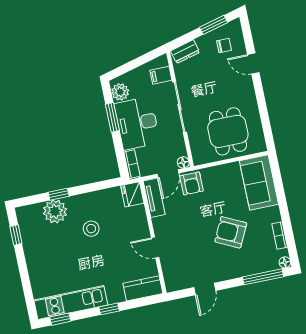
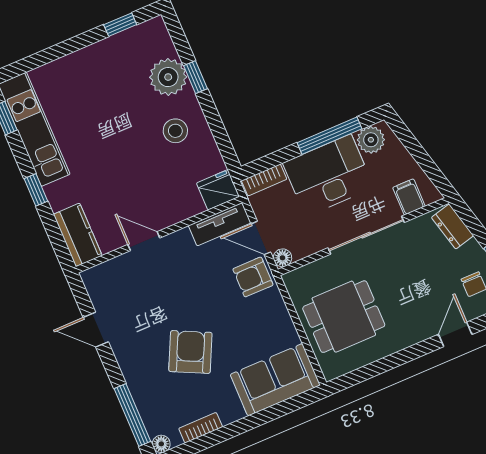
window: (112, 117) -> (329, 136), width x1.44
stool: (91, 229) -> (175, 131), moved
door: (155, 248) -> (144, 241), hinge flipped

